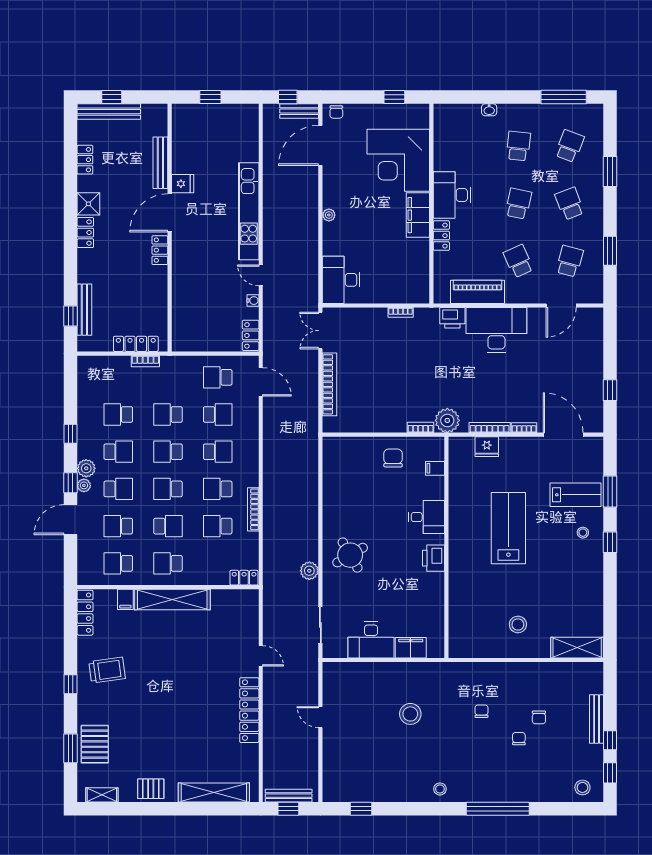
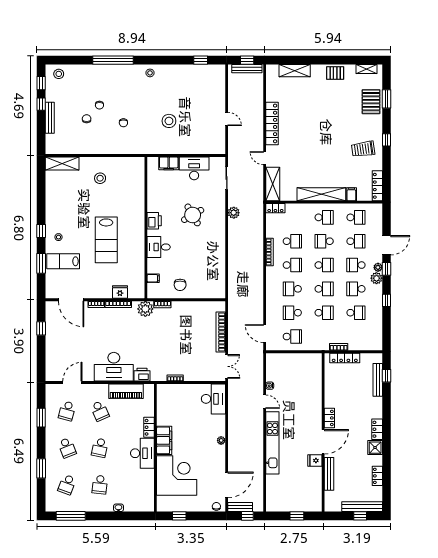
locker: (251, 335) -> (271, 363), removed
round table: (350, 555) -> (193, 215), moved
shelving: (248, 615) -> (273, 184), added
shelving: (214, 792) -> (295, 71), width x0.68

